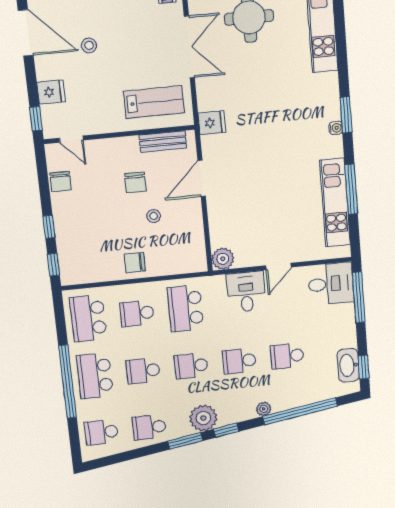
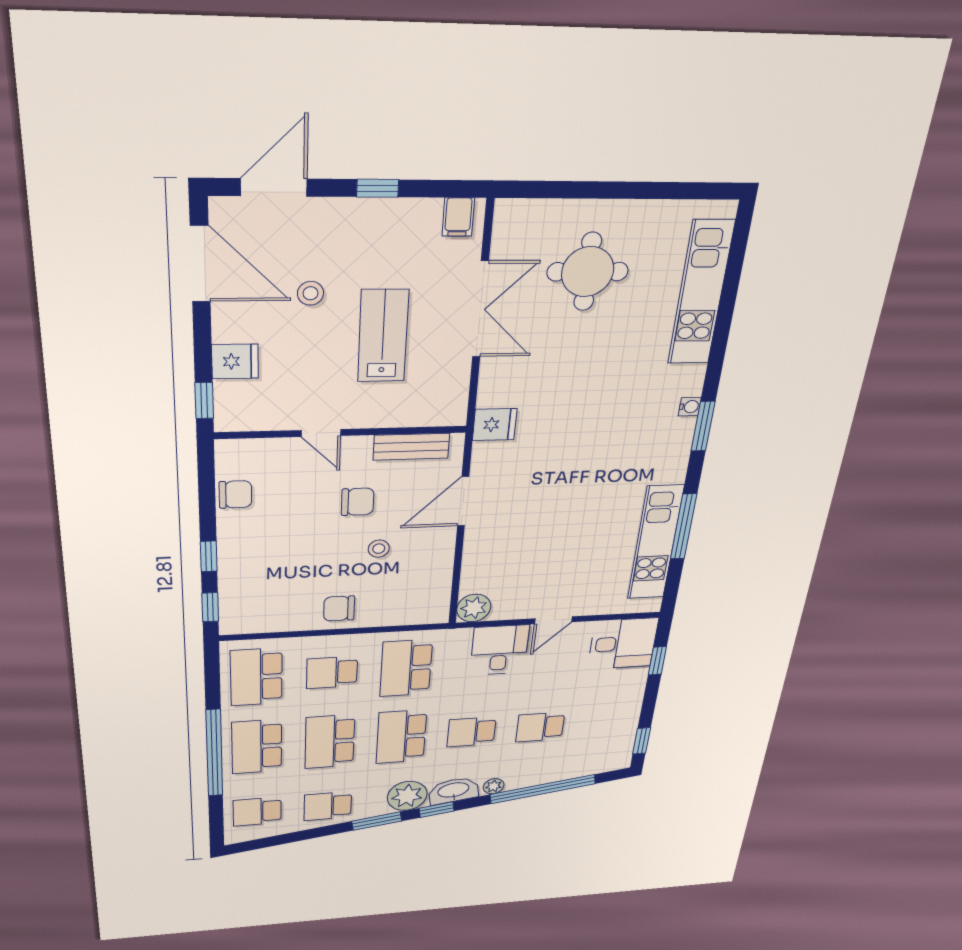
lab bench: (154, 102) -> (383, 336), moved, turned -90
water cooler: (336, 128) -> (690, 407), moved
door: (71, 139) -> (321, 433), moved
chair: (61, 181) -> (235, 494), turned -90
chair: (135, 182) -> (358, 502), turned -90
window: (359, 297) -> (657, 661), width x0.46
washbasin: (348, 365) -> (453, 791), moved, turned 81
school desk: (191, 366) -> (401, 737), width x1.85
school desk: (143, 371) -> (330, 742), width x1.85

